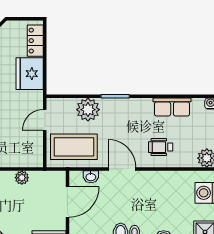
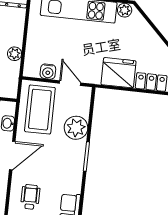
water cooler: (36, 143) -> (48, 72), added

